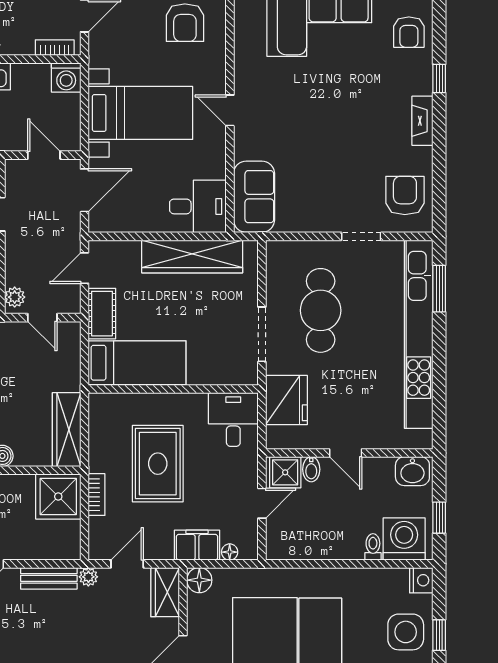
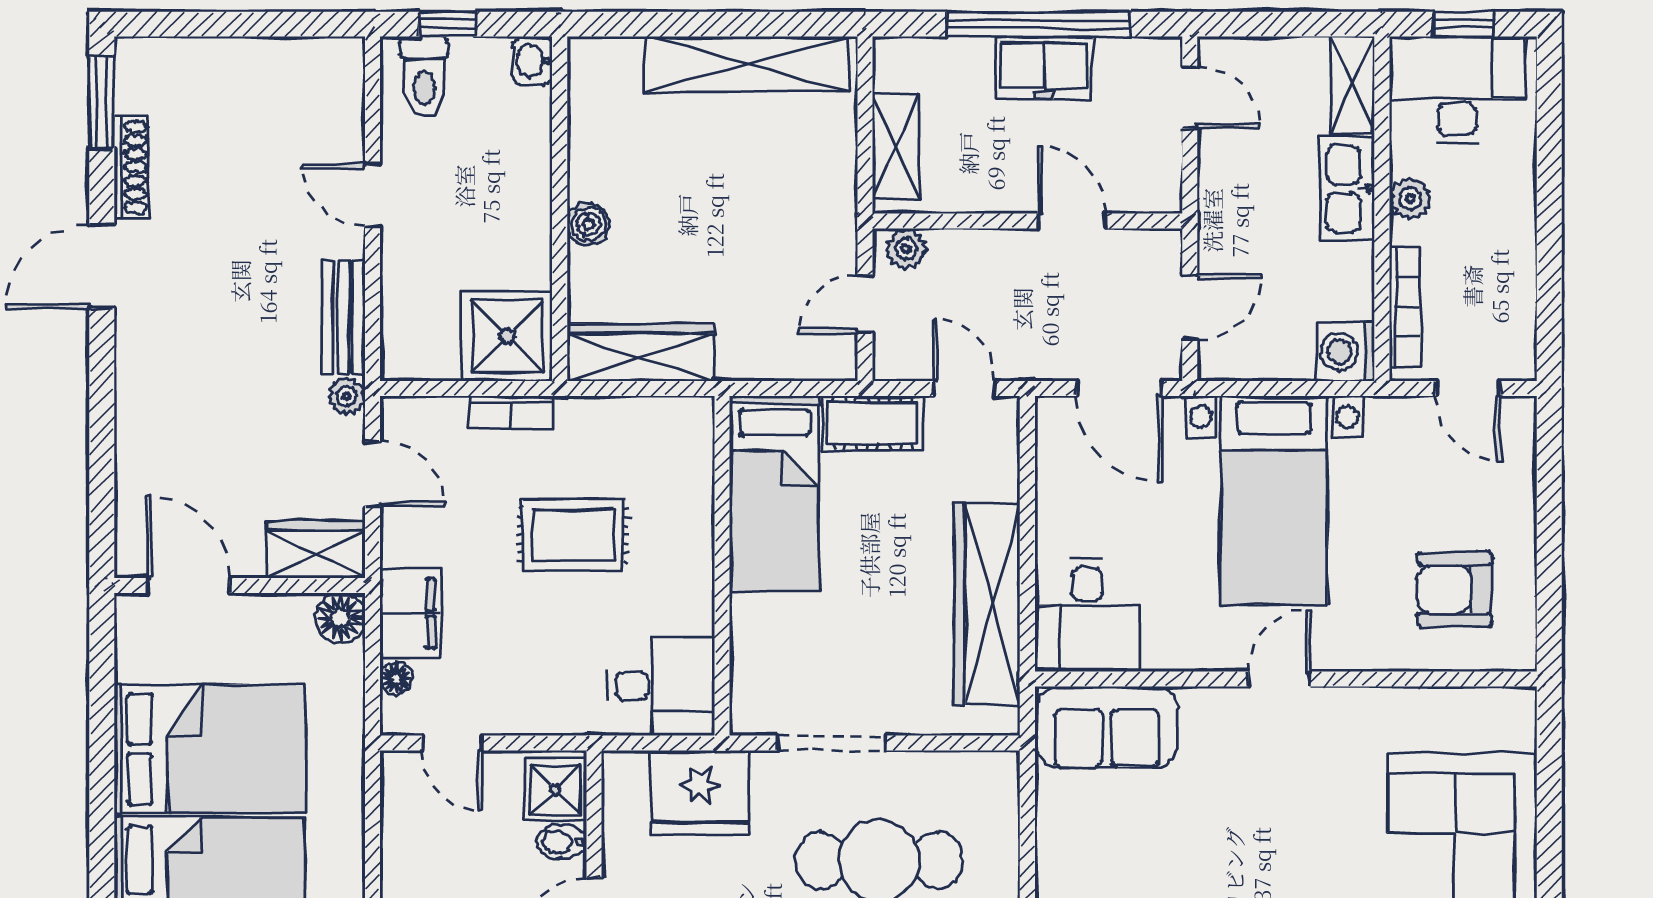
bookcase: (55, 48) -> (1405, 307), width x1.56
rug: (158, 464) -> (573, 535), width x0.73, depth x0.70
door: (262, 503) -> (452, 743), moved

